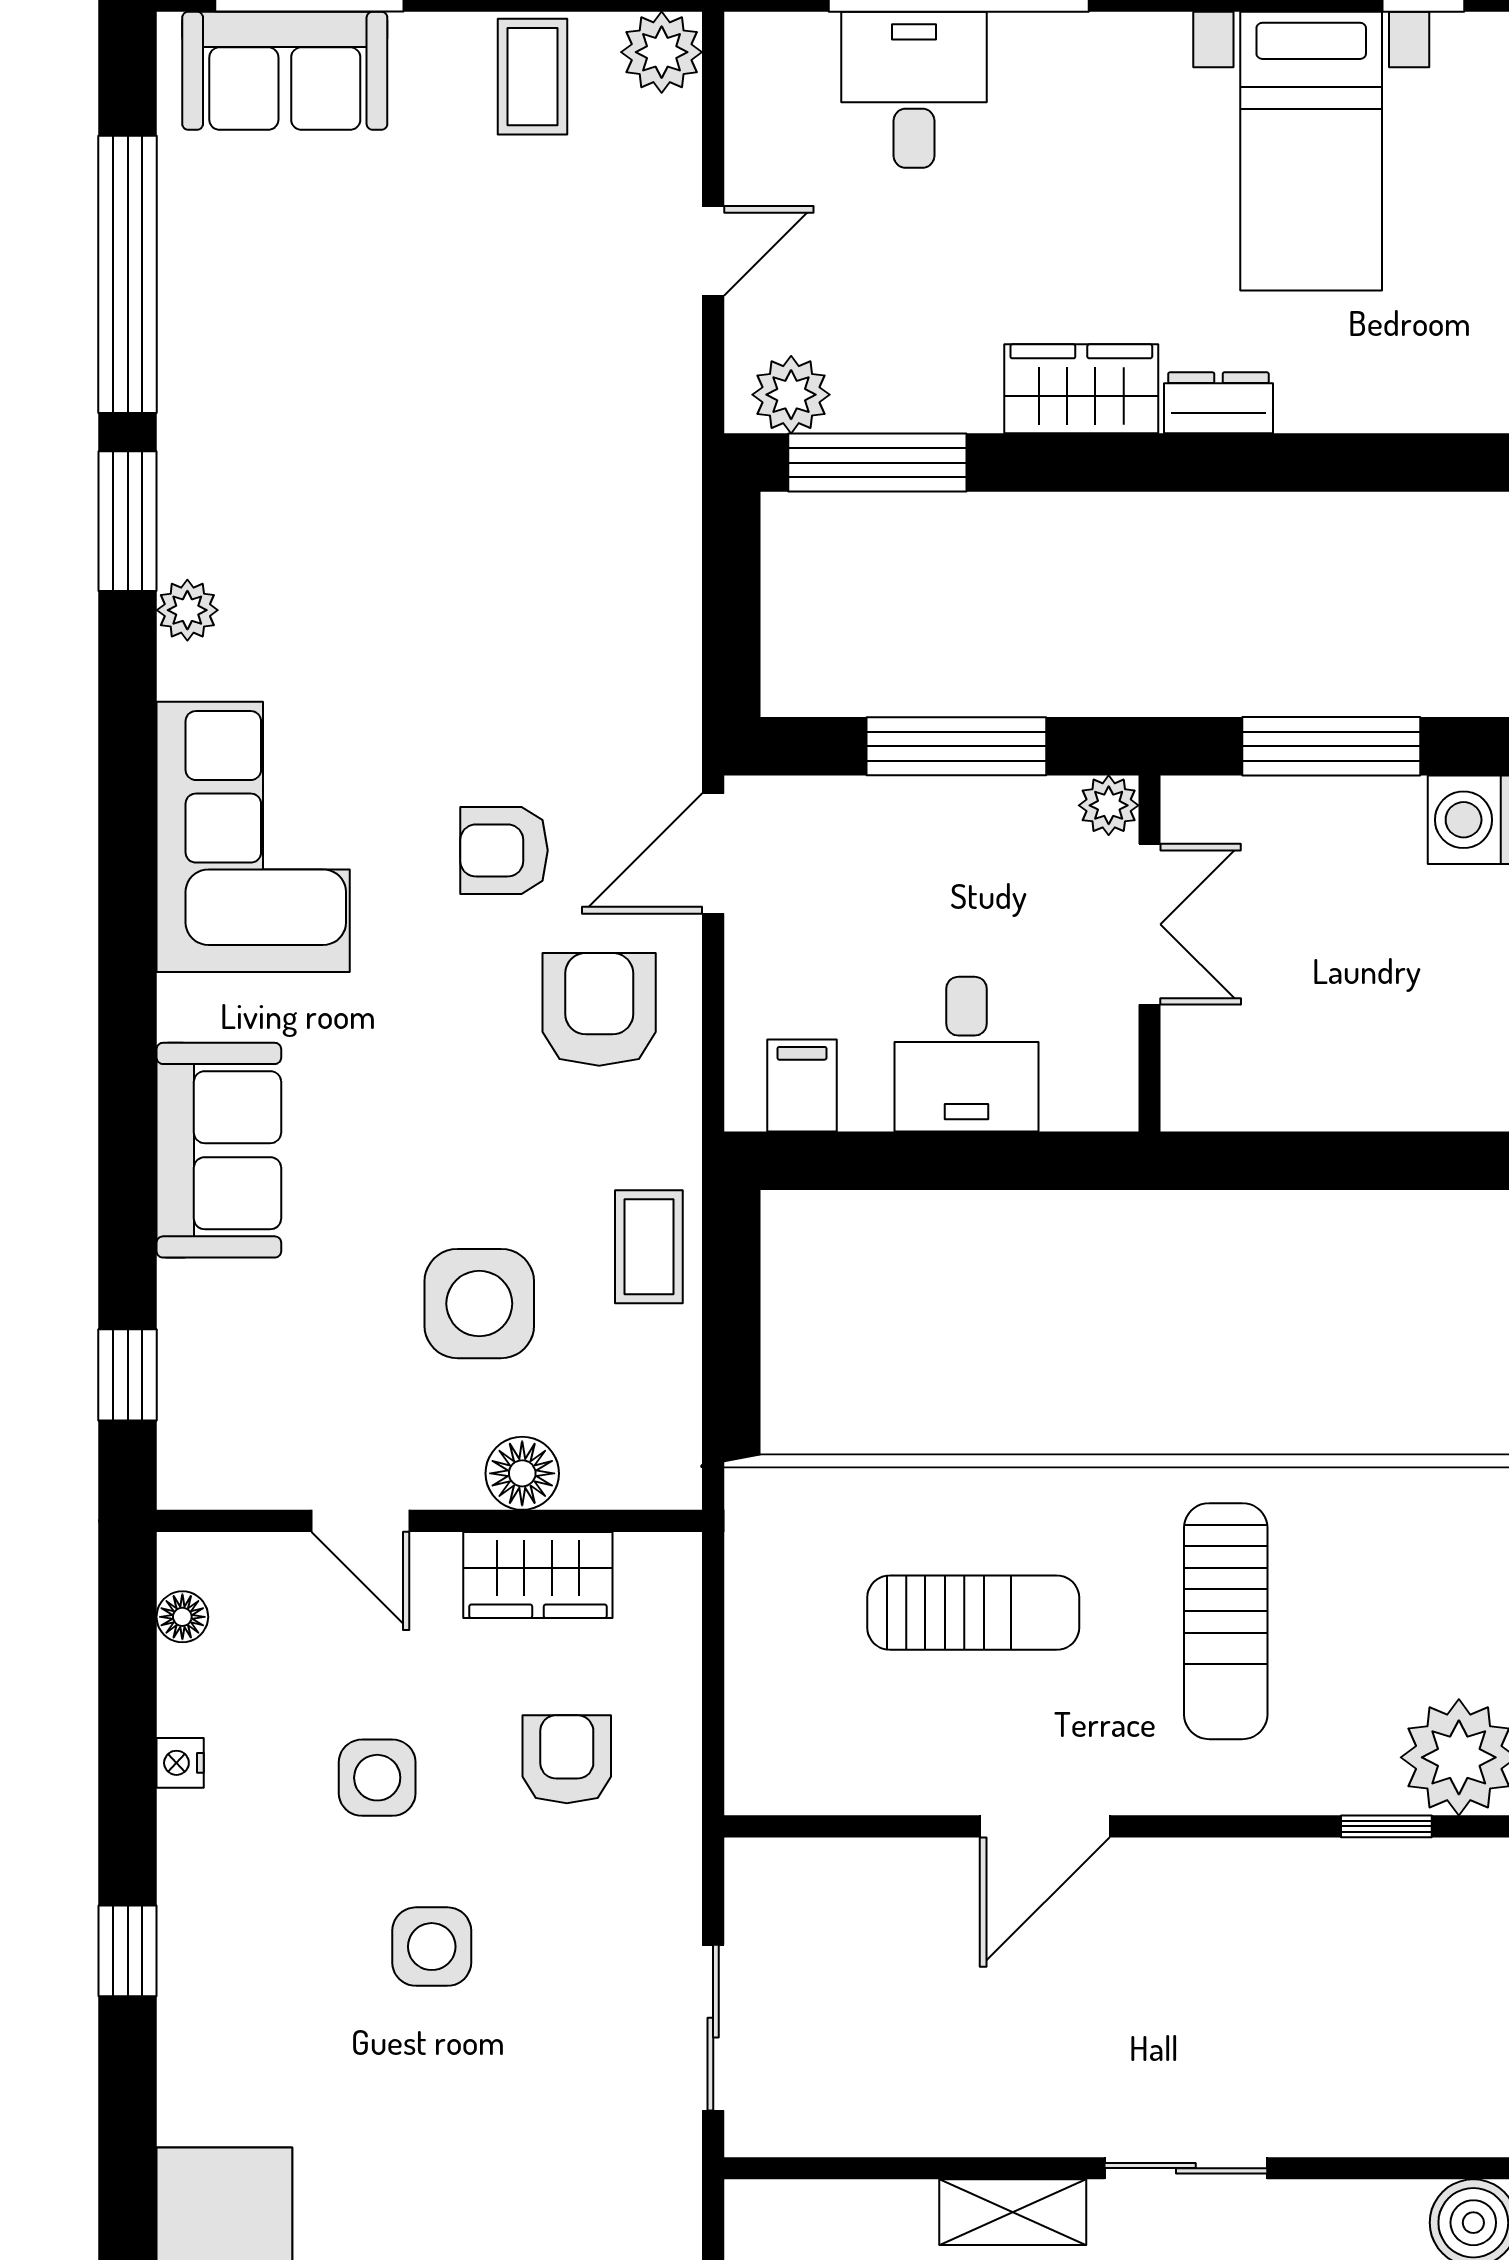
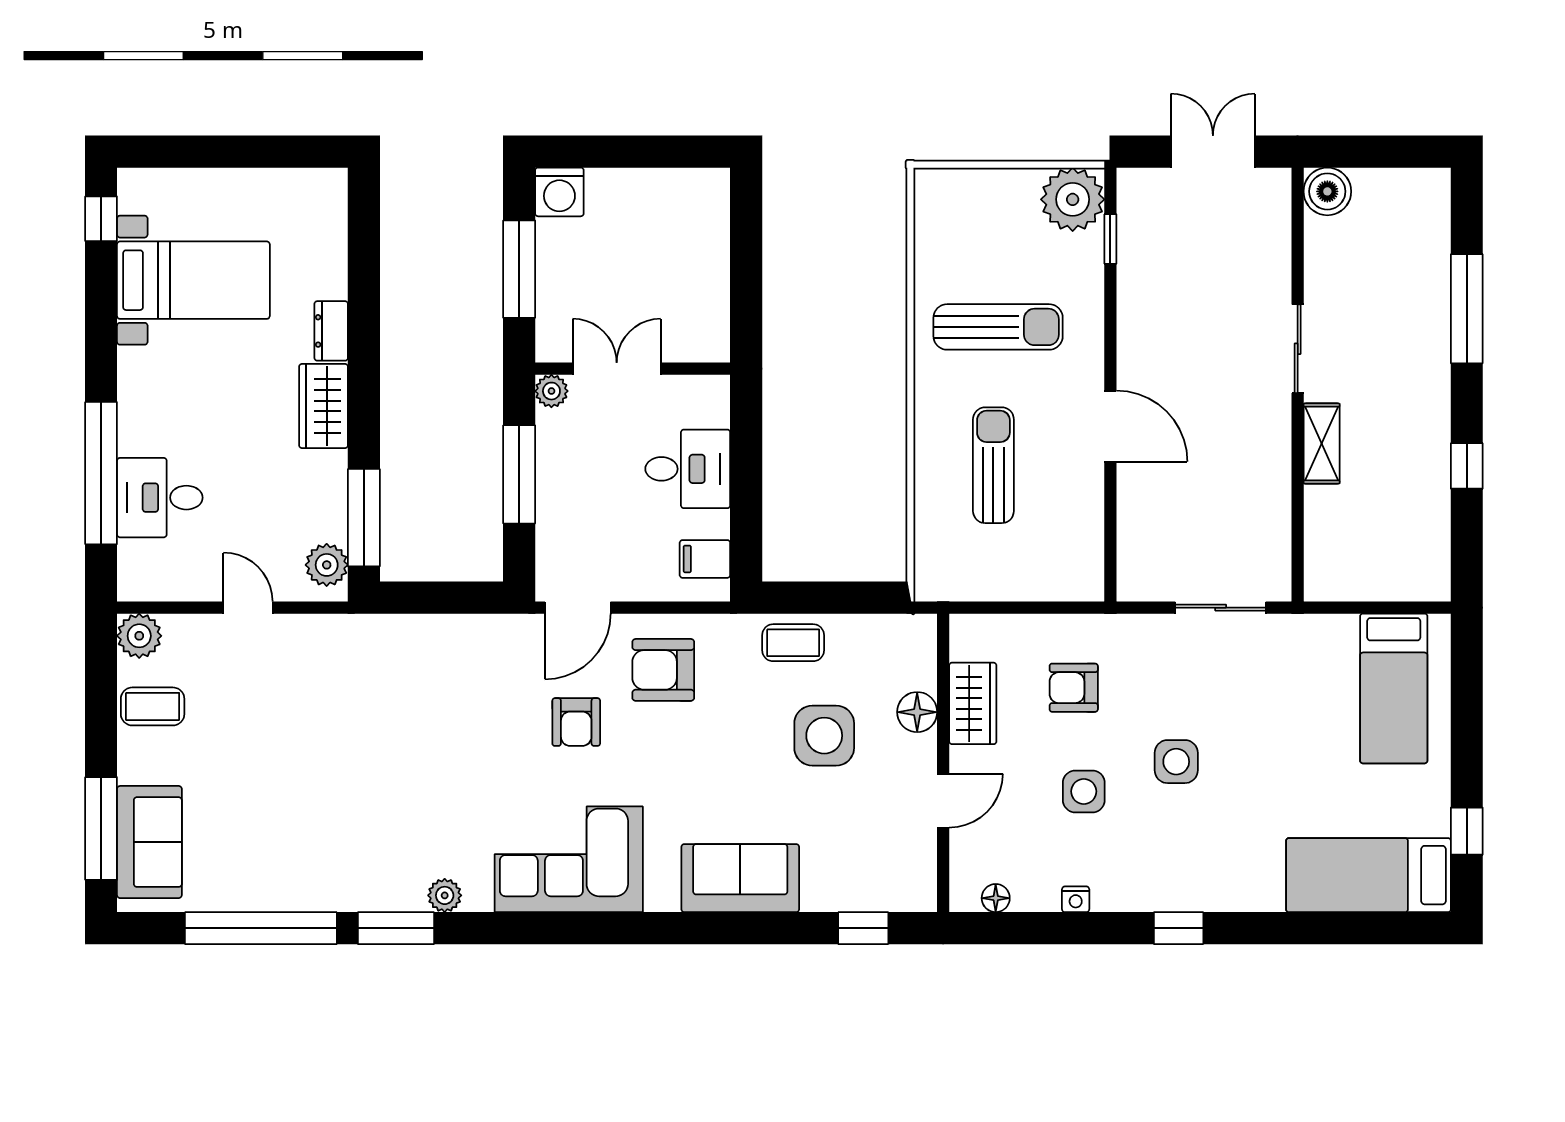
door: (713, 853) -> (578, 608), hinge flipped

